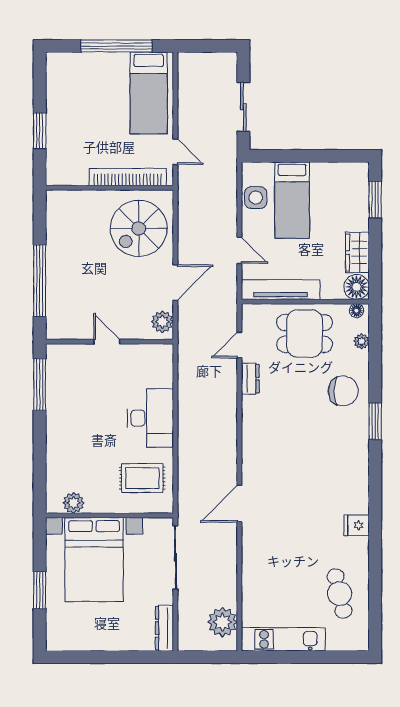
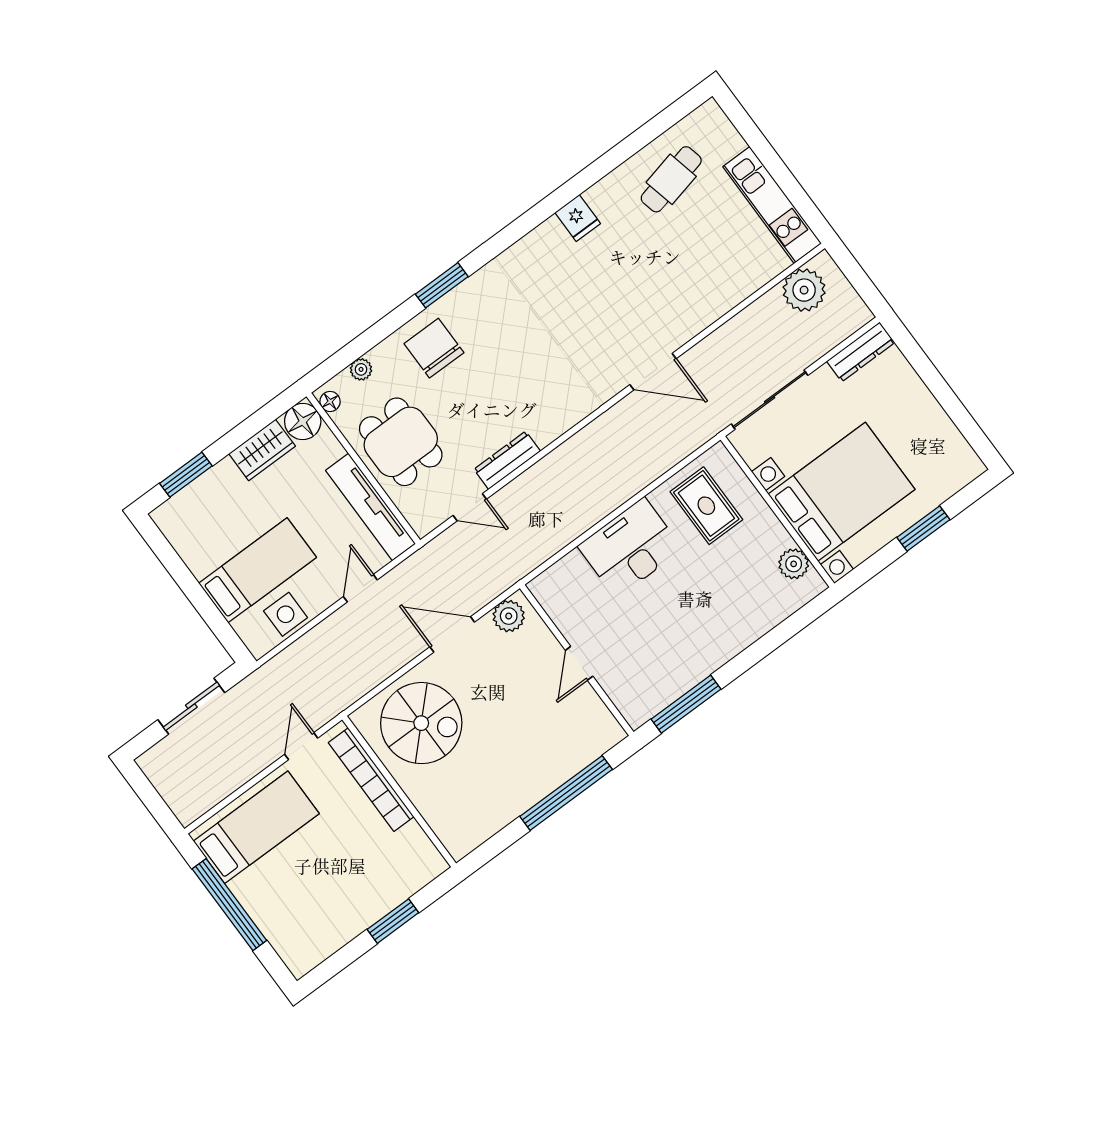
dresser: (250, 379) -> (507, 460), width x1.44

